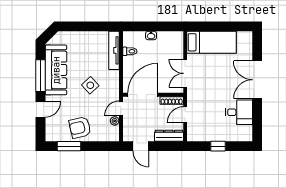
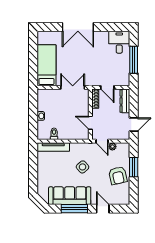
double door: (185, 73) -> (73, 87), swing flipped
door: (143, 95) -> (90, 123), width x0.53
desk: (239, 112) -> (119, 42), moved
window: (69, 146) -> (134, 167), moved
window: (218, 146) -> (134, 60), width x2.17

